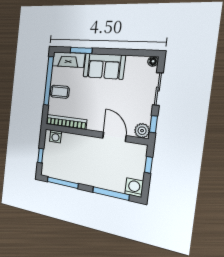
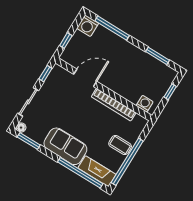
window: (81, 50) -> (80, 173), width x2.11
window: (140, 53) -> (29, 141), added
bookcase: (66, 122) -> (114, 105), moved
plant: (142, 131) -> (58, 72), removed
door: (114, 137) -> (85, 78), swing flipped
window: (63, 183) -> (157, 56), width x0.69

